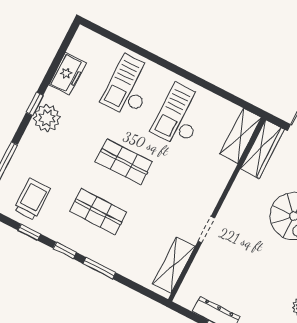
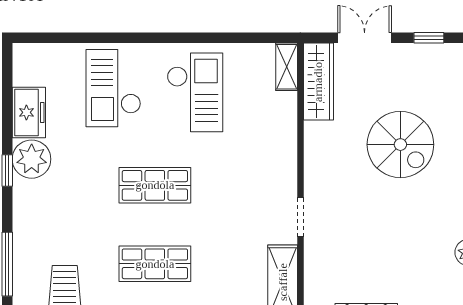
checkout: (180, 116) -> (195, 92), turned 180
plant: (47, 118) -> (32, 159), moved
shelving: (241, 136) -> (287, 67), width x0.67, depth x0.75

